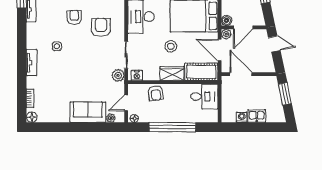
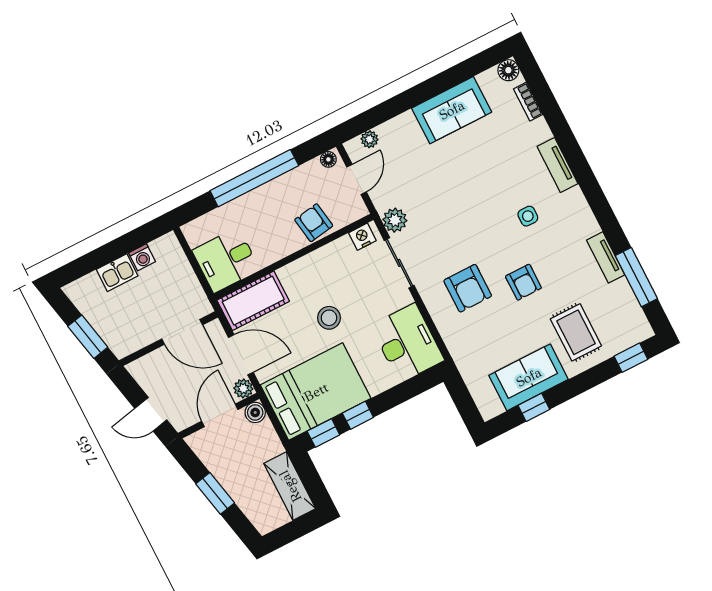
wardrobe: (172, 74) -> (303, 271), removed
sofa: (88, 112) -> (452, 110), moved

